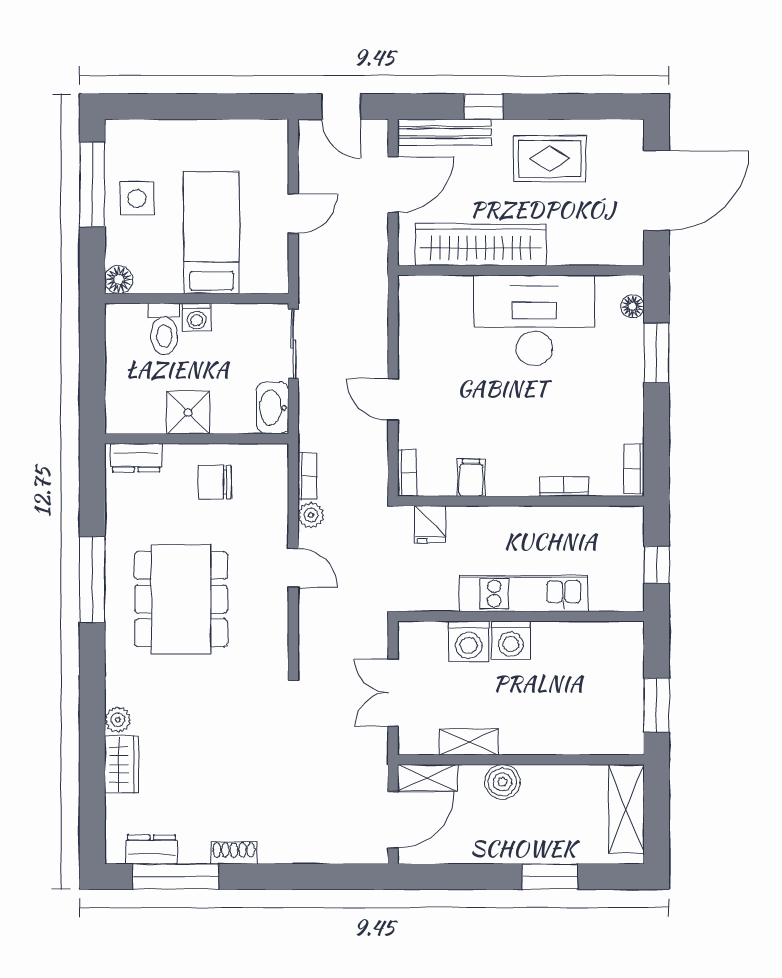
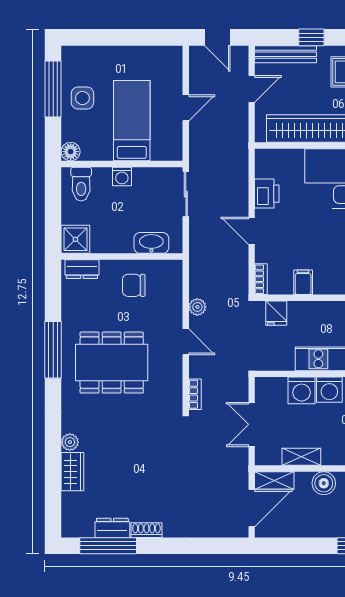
door: (393, 185) -> (252, 89), width x0.73
toilet: (164, 329) -> (81, 184), moved
printer: (416, 343) -> (267, 194), added
washbasin: (273, 408) -> (151, 243), moved, turned 90
shower: (188, 412) -> (75, 239), moved
bookcase: (307, 476) -> (195, 394), moved
dining table: (181, 599) -> (112, 363), turned 90
dresser: (152, 850) -> (112, 528), moved

